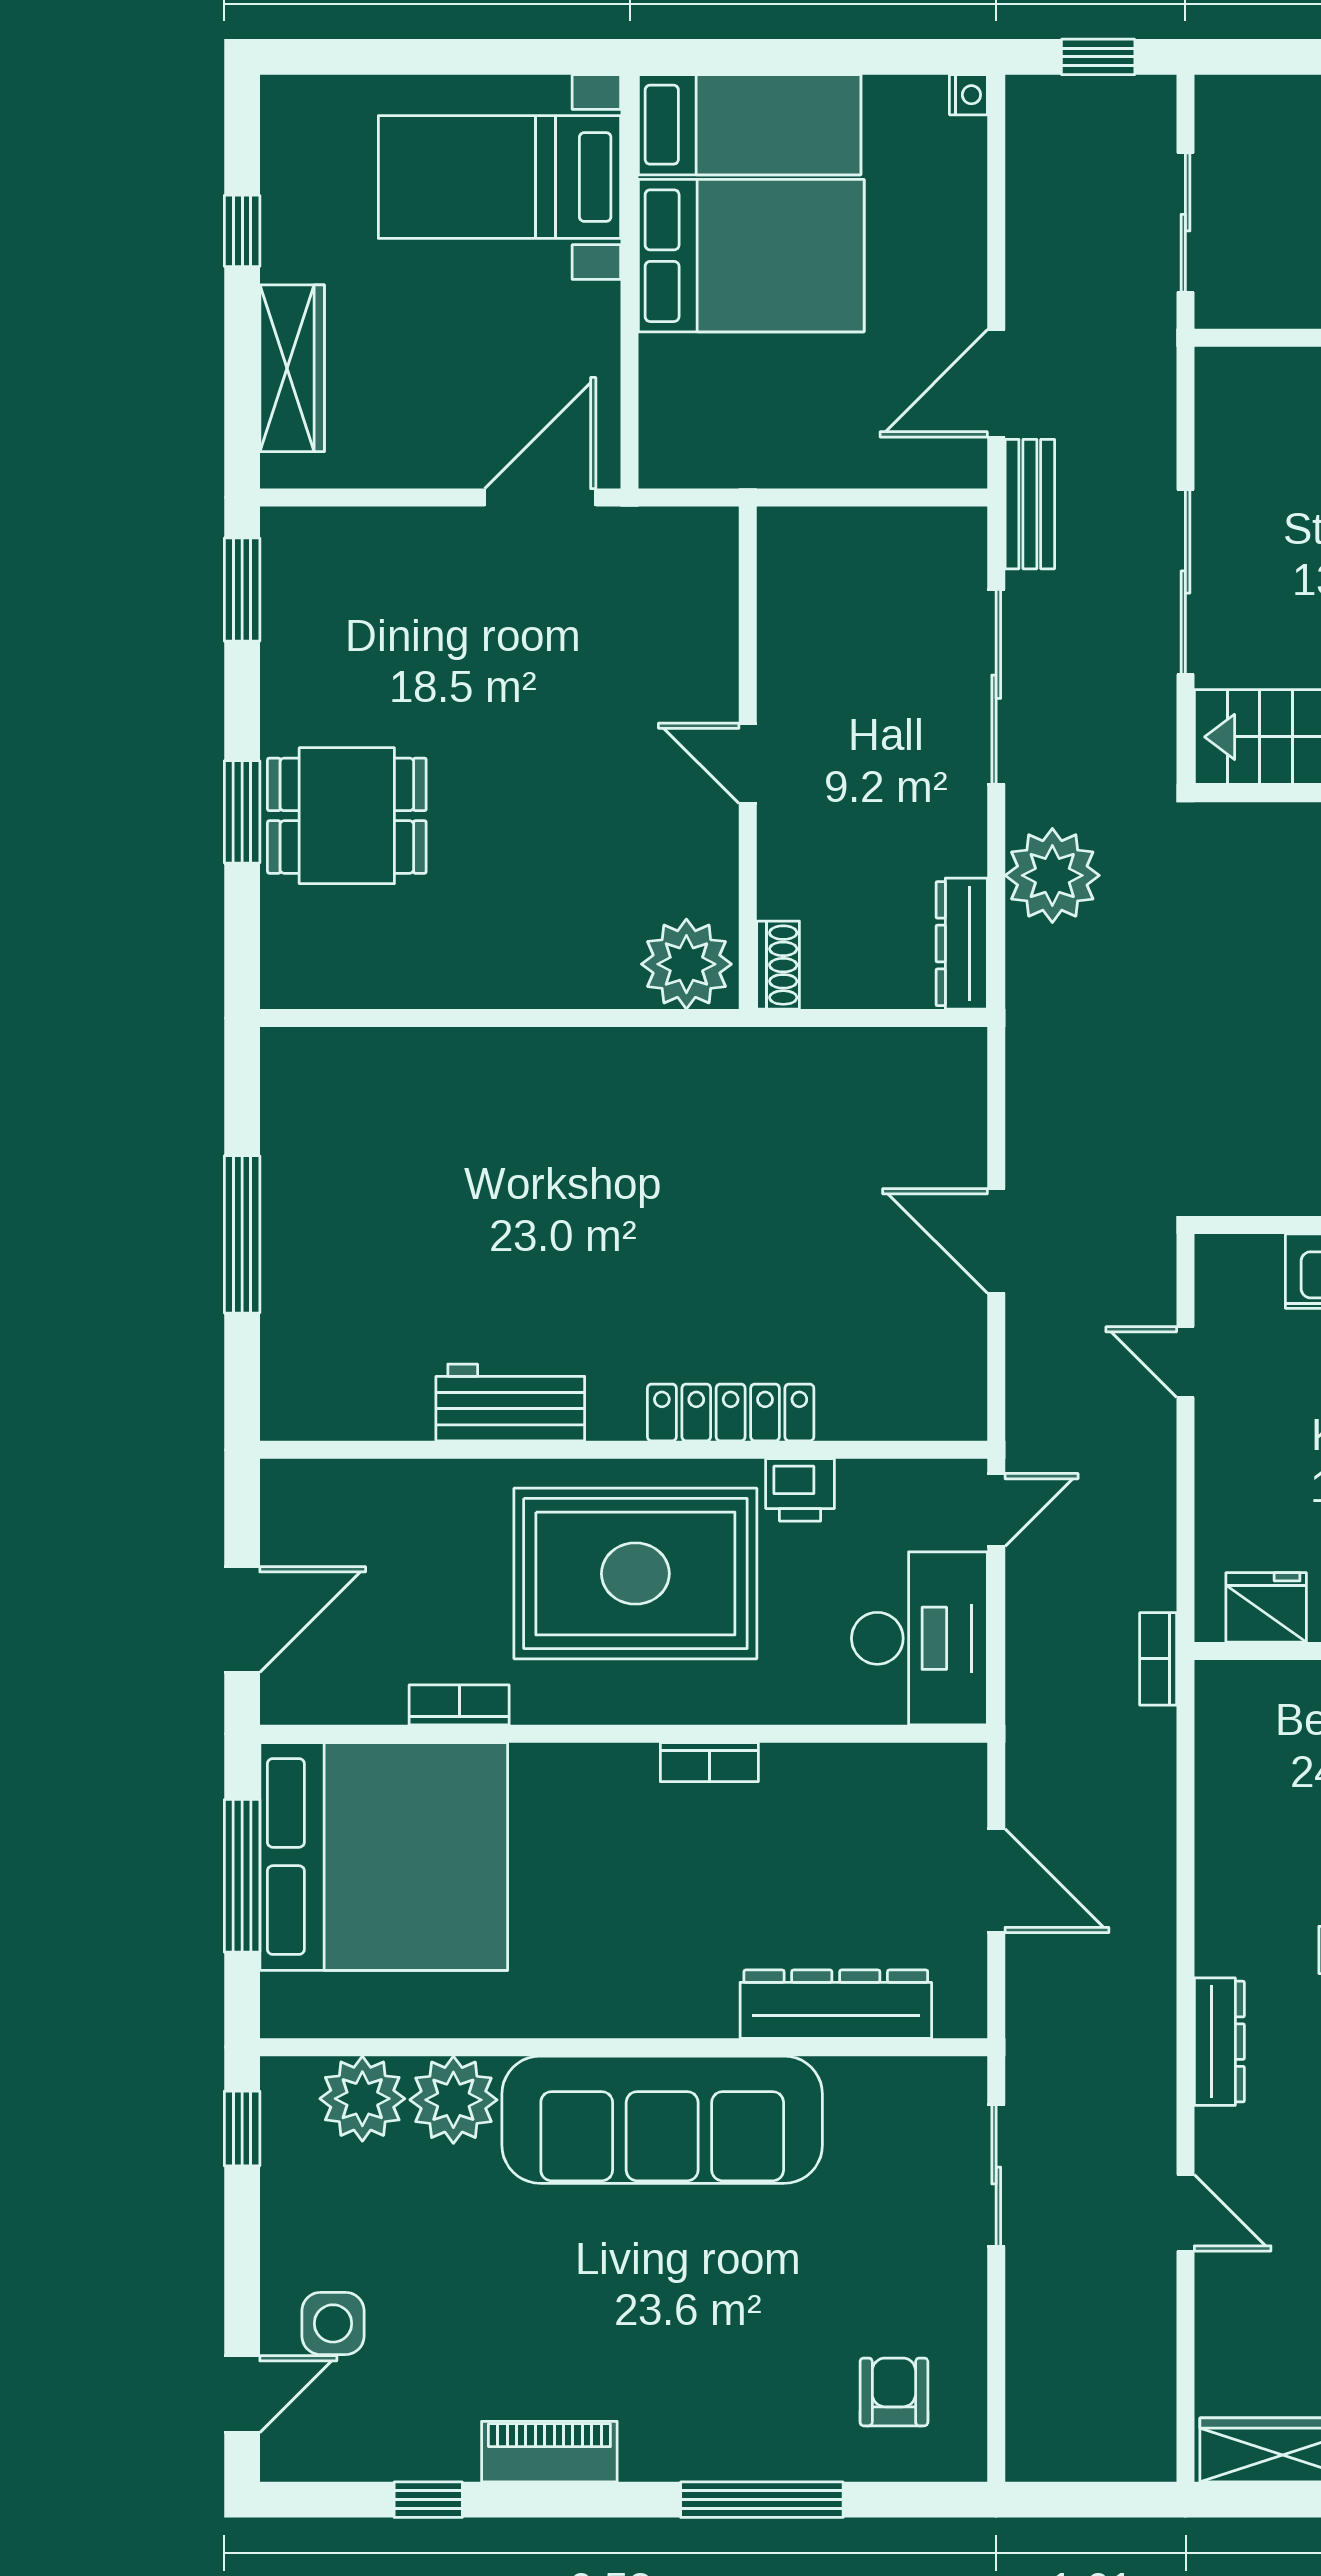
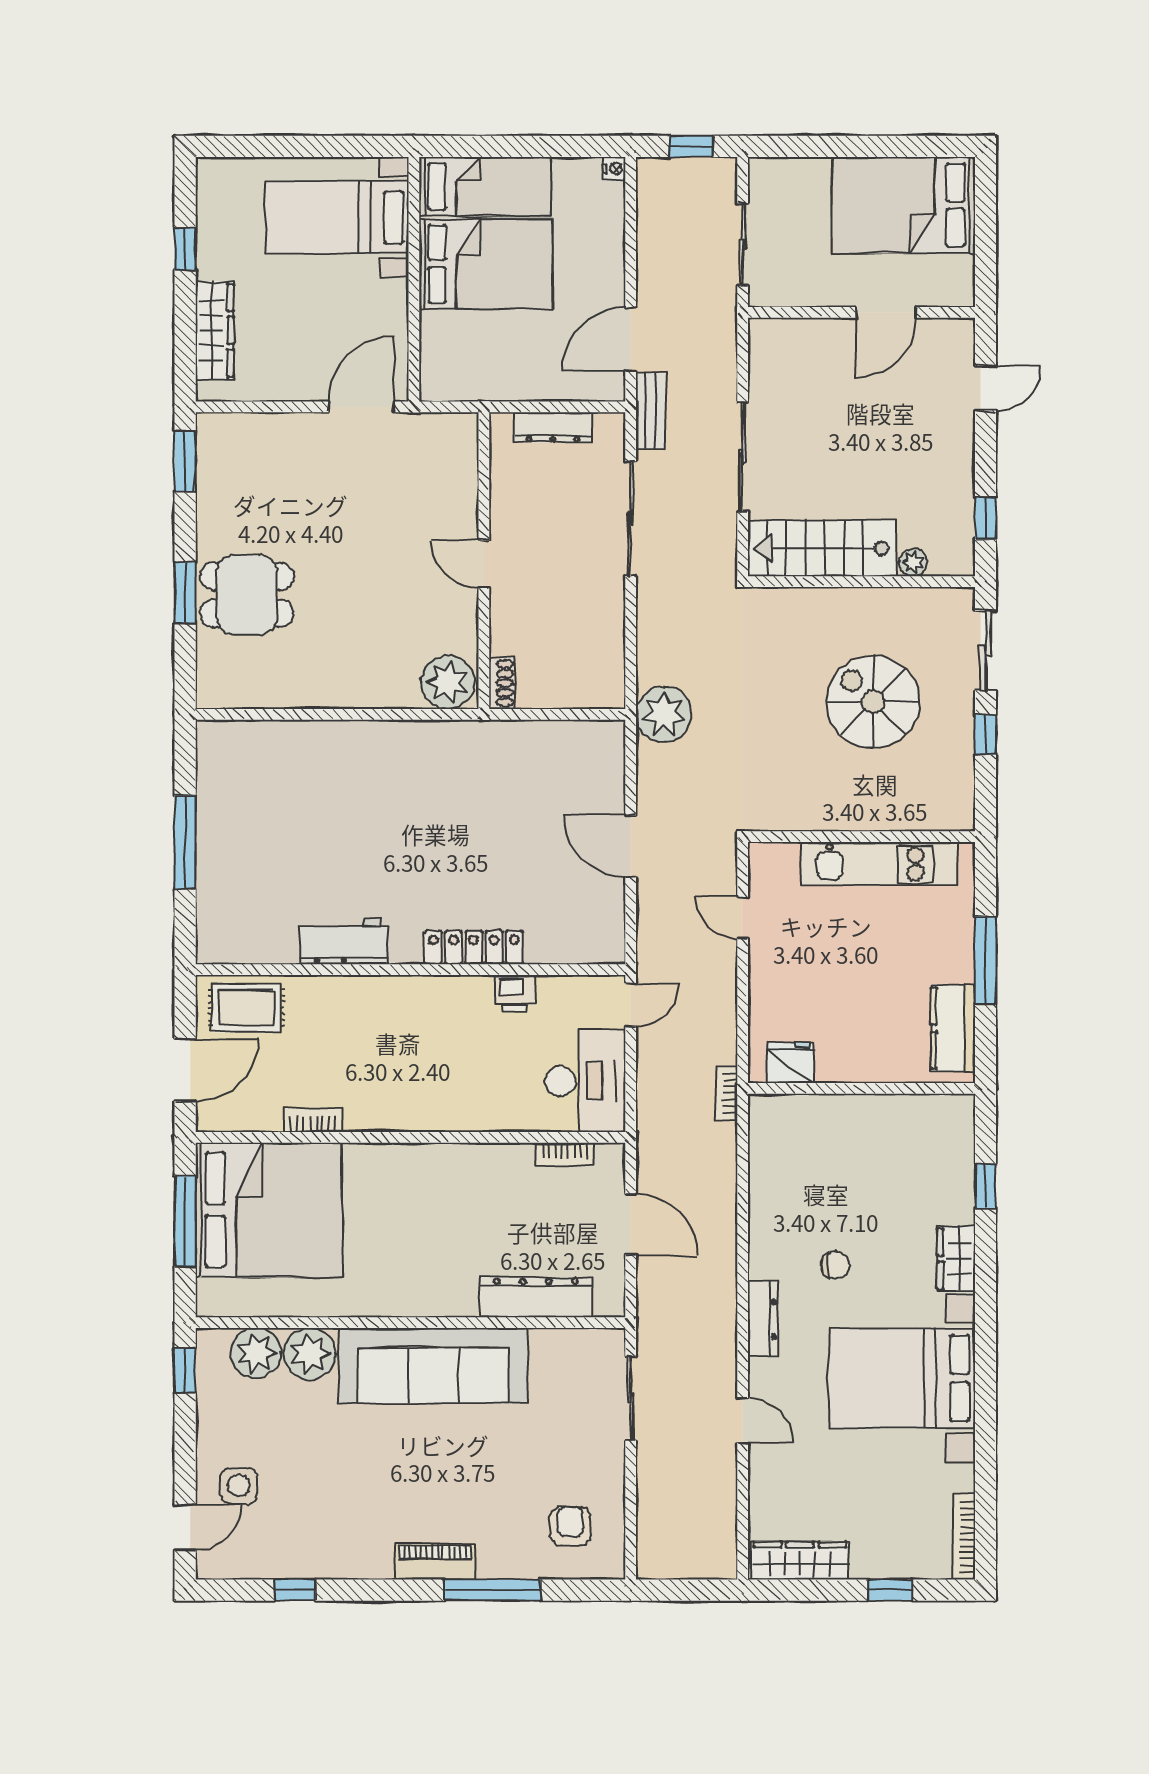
plant: (1052, 875) -> (664, 714), moved
dresser: (962, 944) -> (553, 427), moved, turned -90
rug: (635, 1574) -> (246, 1008), moved, width x0.54, depth x0.49
bookcase: (709, 1762) -> (565, 1154), moved
piano: (549, 2452) -> (435, 1562), moved

